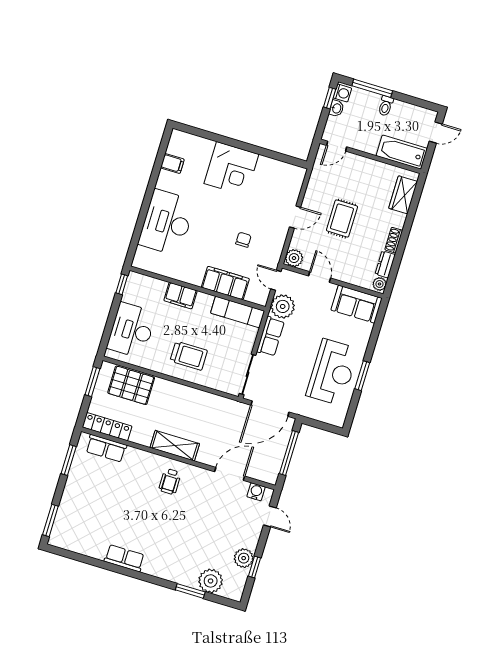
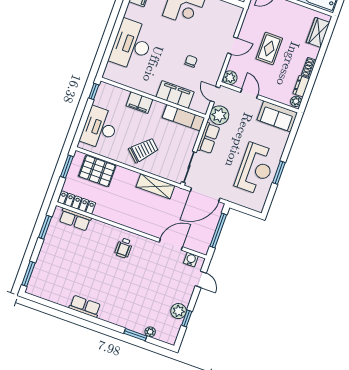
trolley: (189, 356) -> (143, 150), turned -47
shelving: (175, 446) -> (155, 186), moved
plant: (211, 581) -> (150, 332), width x0.53, depth x0.53

